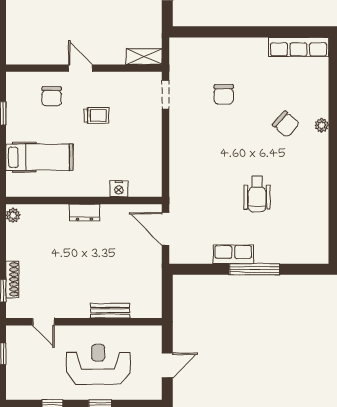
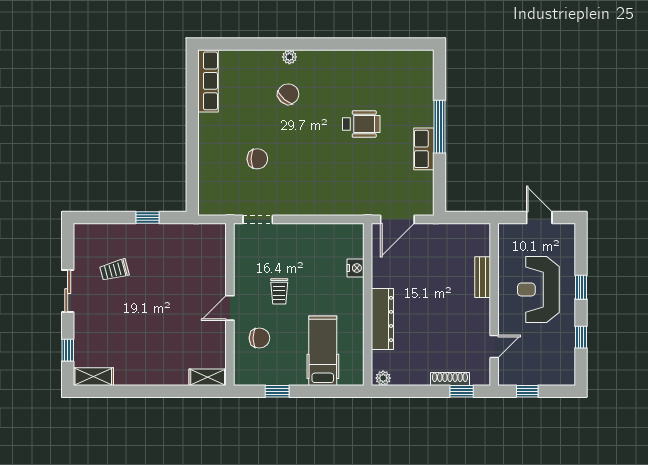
shelving: (144, 57) -> (208, 377), moved, turned 90
trolley: (96, 115) -> (279, 291), turned 180
dresser: (84, 212) -> (382, 319), width x1.96, depth x1.24

